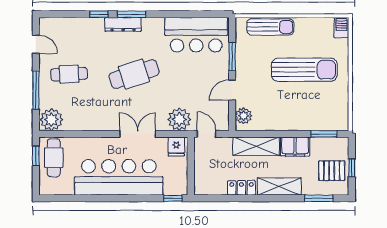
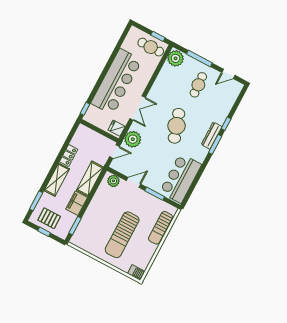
door: (232, 90) -> (133, 182), hinge flipped
pallet: (332, 171) -> (49, 218), turned 90

